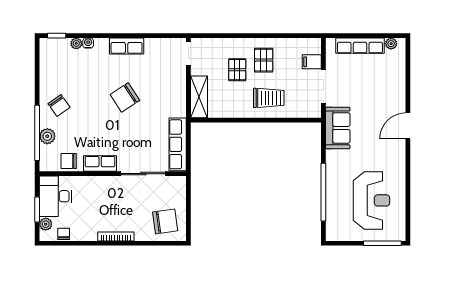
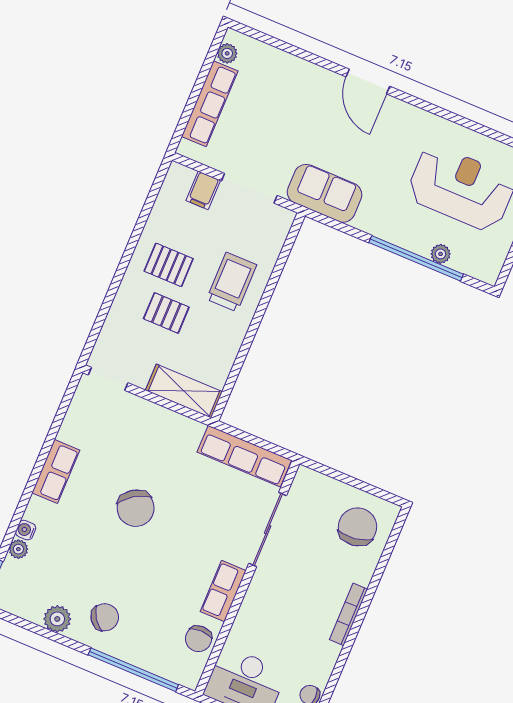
plant: (47, 136) -> (57, 619), moved
plant: (331, 204) -> (441, 254), added

